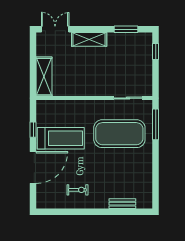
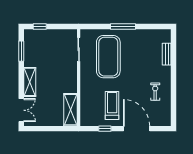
double door: (55, 29) -> (21, 110), swing flipped
shelving: (44, 77) -> (71, 110), moved, turned 90
window: (156, 124) -> (123, 26), moved
treadmill: (61, 138) -> (112, 106), width x0.73, depth x0.73

